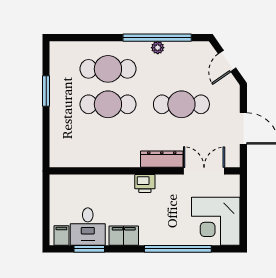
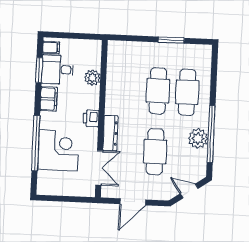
plant: (158, 48) -> (198, 139), width x1.87, depth x1.87
plant: (96, 184) -> (92, 78), added
corner desk: (216, 221) -> (58, 150), moved, turned 90

